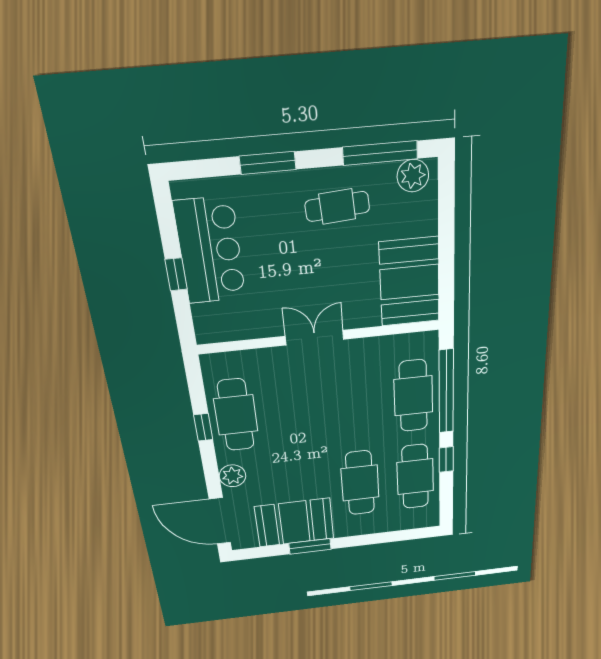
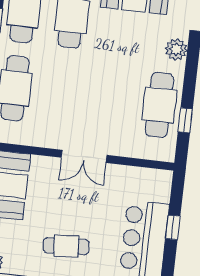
cafe table: (337, 207) -> (66, 246), moved
window: (203, 427) -> (185, 120), moved

